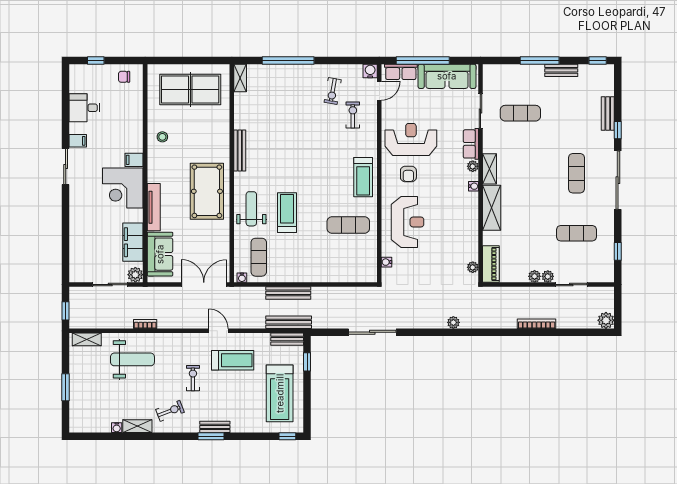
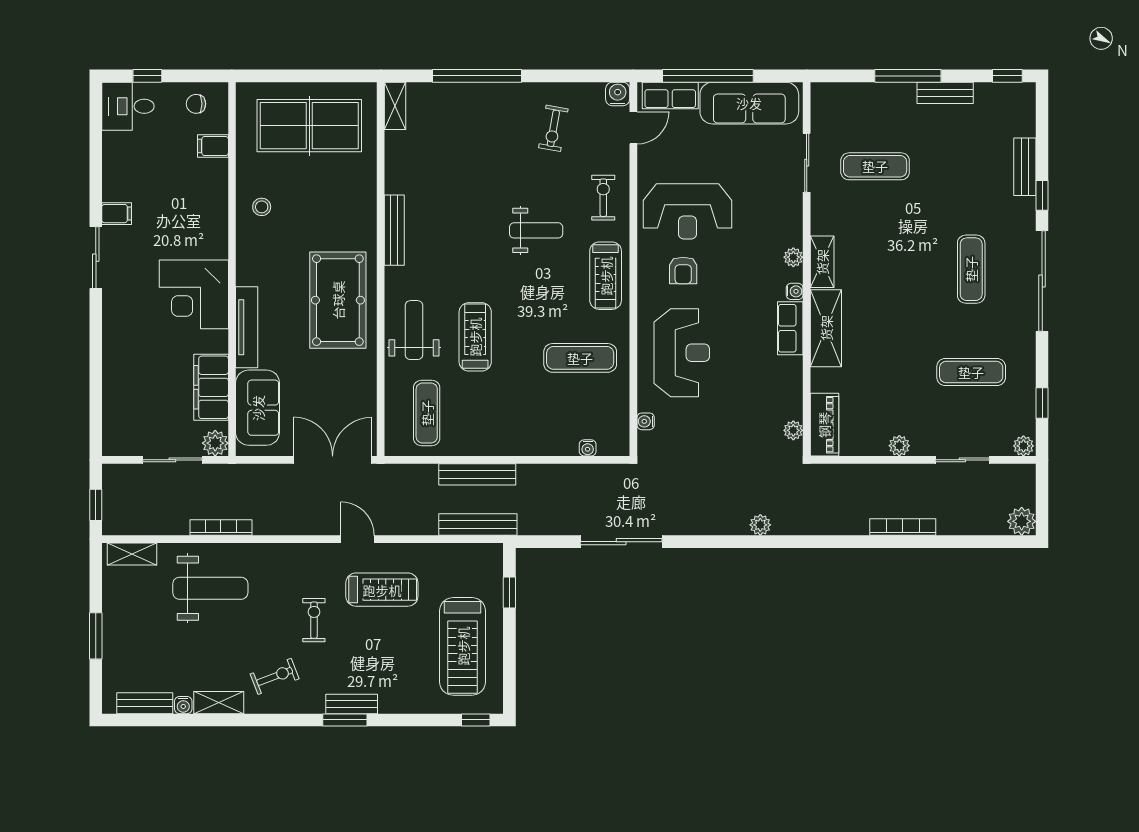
desk: (84, 108) -> (128, 106), moved
exercise bike: (353, 115) -> (603, 198), moved
reception desk: (411, 140) -> (688, 211), turned 180
row of seats: (471, 144) -> (790, 328), moved
weight bench: (323, 151) -> (536, 230), added
filing cabinet: (134, 160) -> (213, 146), moved
plant: (548, 276) -> (1023, 446), moved
water cooler: (242, 278) -> (588, 448), moved
bookcase: (145, 324) -> (221, 528), width x1.56
bench: (287, 339) -> (145, 703), moved

